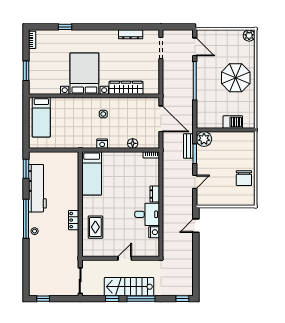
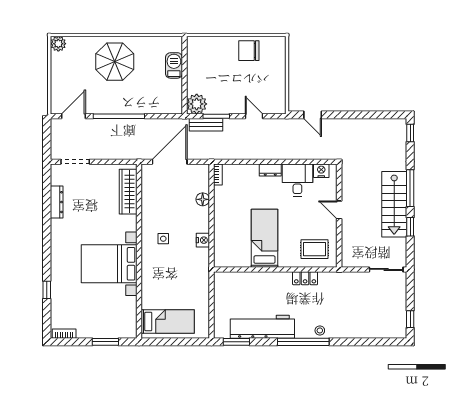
wardrobe: (126, 88) -> (128, 192), moved
bed: (92, 173) -> (264, 238), moved, turned -90
chair: (244, 178) -> (249, 51), turned 180
wall: (121, 258) -> (339, 216), moved
door: (125, 258) -> (339, 210), moved

